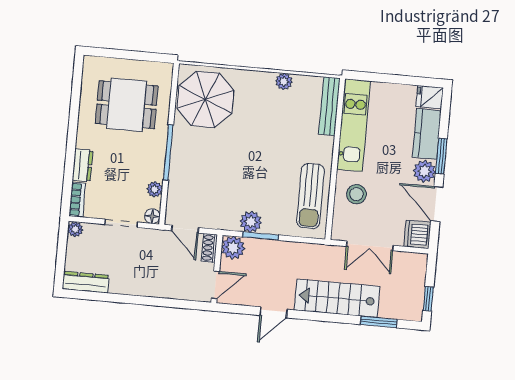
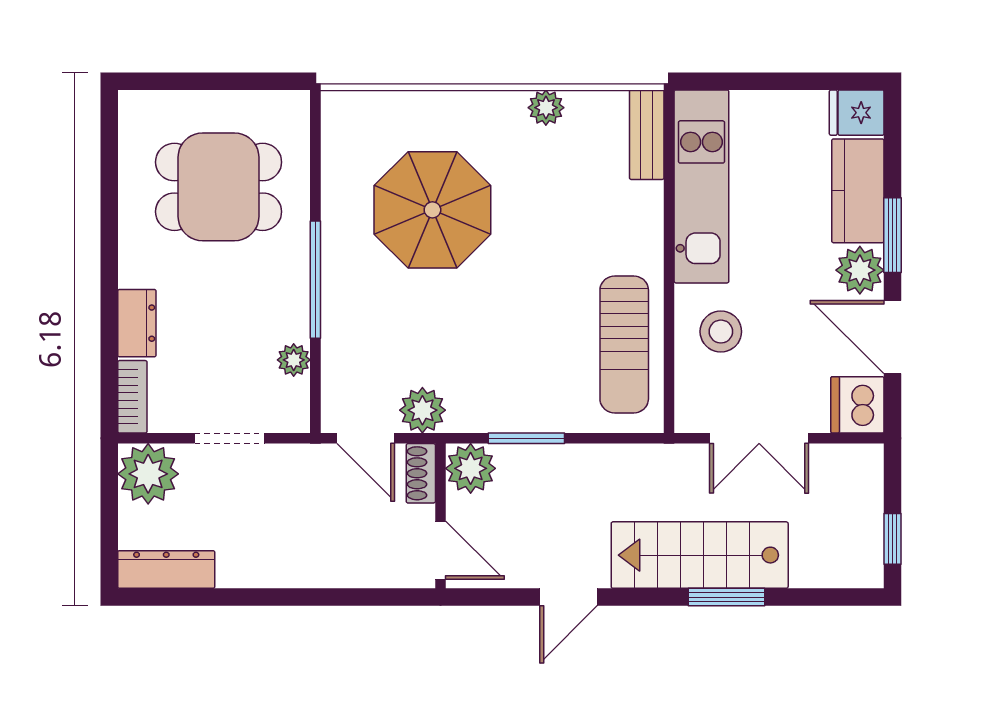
parasol: (205, 99) -> (432, 210), moved
bench: (329, 106) -> (647, 135), width x0.73
floor lamp: (152, 216) -> (294, 417), removed
plant: (251, 222) -> (422, 410), moved
plant: (75, 229) -> (148, 474), width x1.87, depth x1.87
door: (215, 285) -> (440, 550), hinge flipped
window: (379, 322) -> (727, 597), moved

